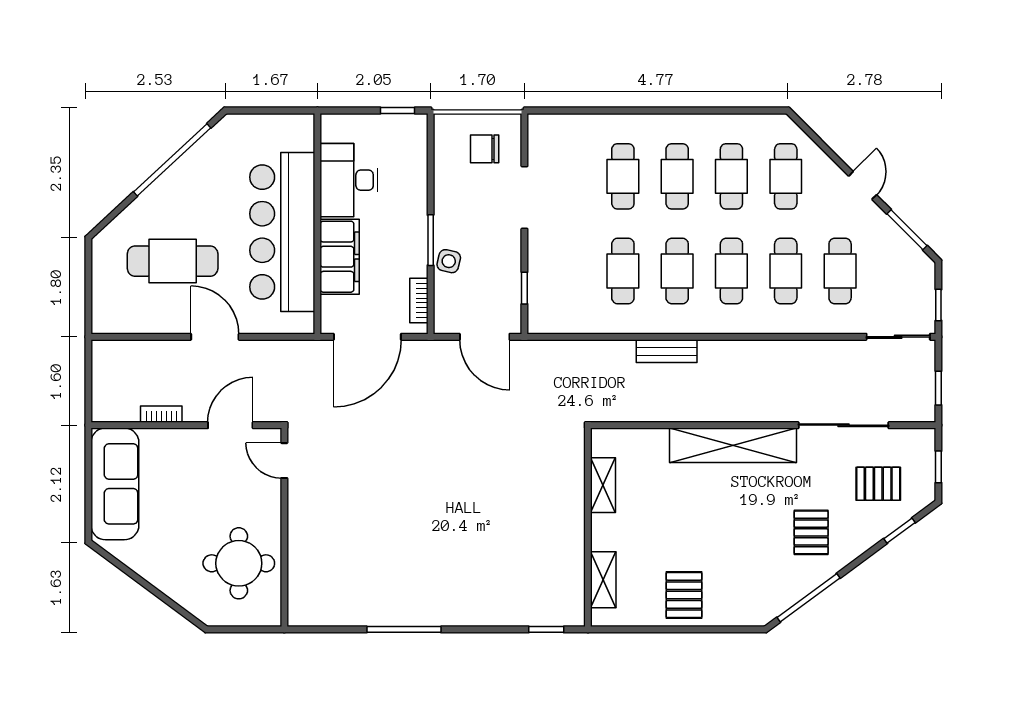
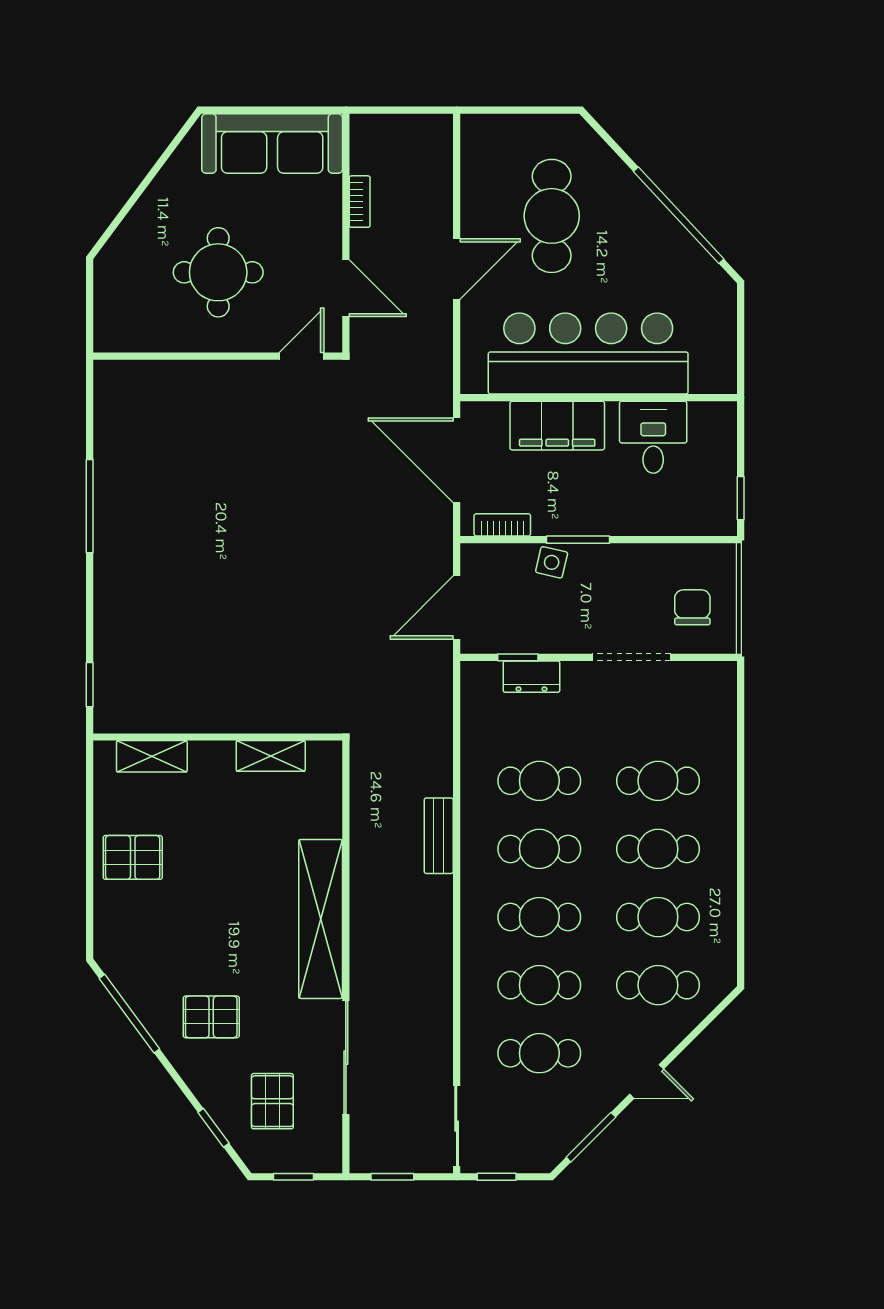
desk: (349, 180) -> (653, 437), width x0.73
dresser: (540, 277) -> (531, 677), added
round table: (239, 563) -> (218, 272), moved

